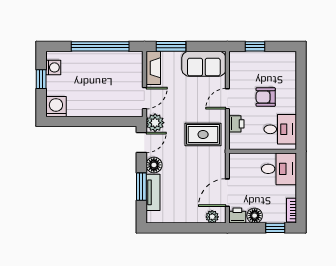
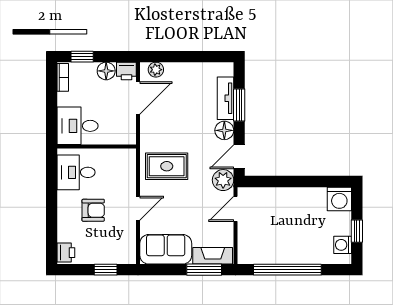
fireplace: (153, 68) -> (213, 256), moved, turned 90
printer: (236, 124) -> (66, 253), moved, turned 180

